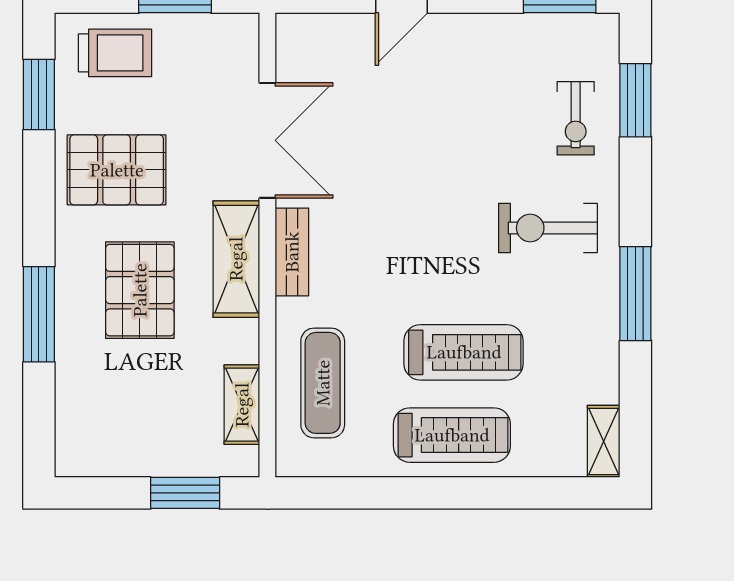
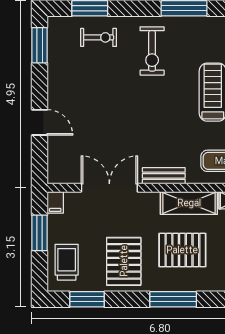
filing cabinet: (238, 29) -> (55, 202), added
shelving: (236, 259) -> (189, 203), moved
window: (39, 314) -> (173, 299), moved

